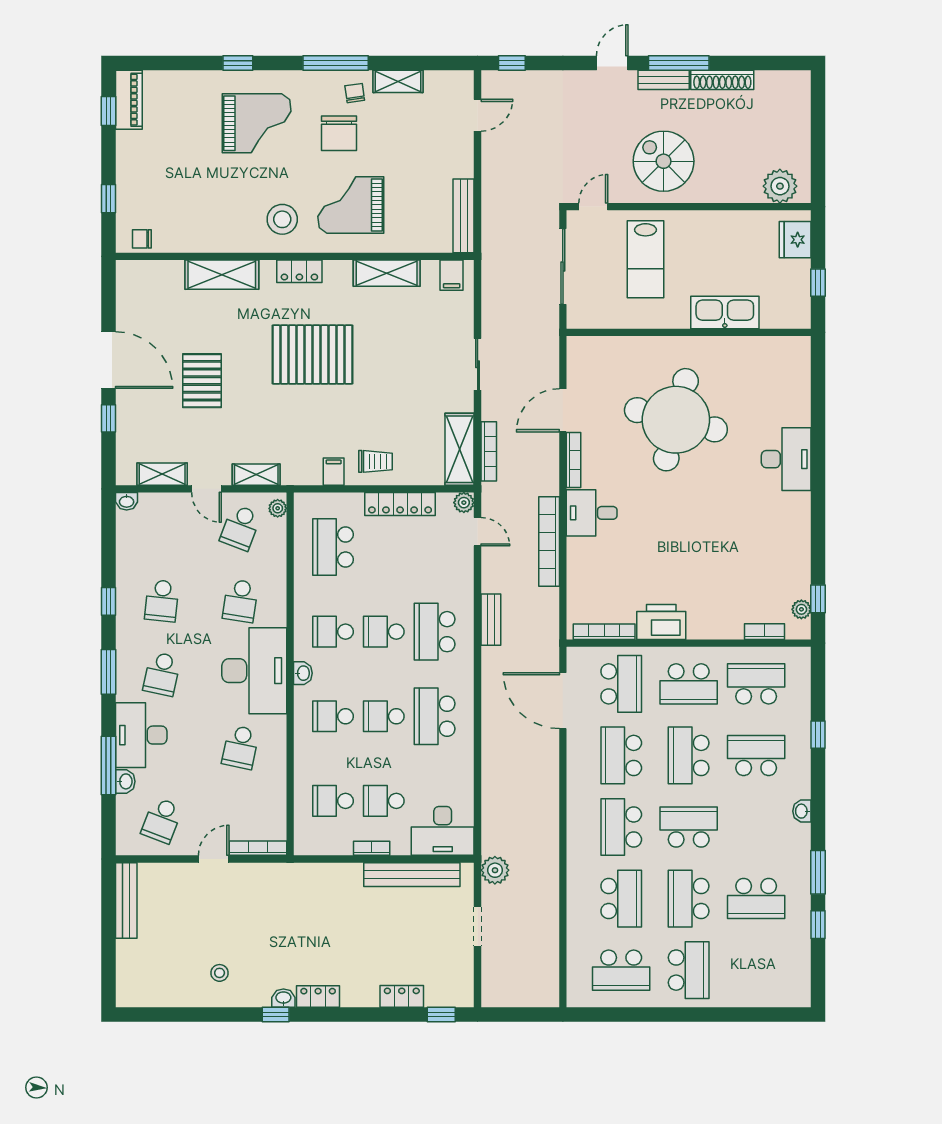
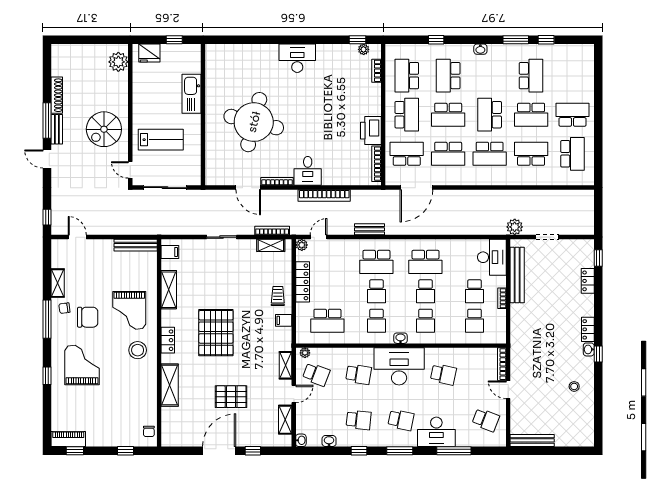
shelving: (460, 449) -> (271, 245), width x0.67, depth x0.75
desk: (786, 459) -> (297, 58), moved
washbasin: (125, 781) -> (329, 441), moved

